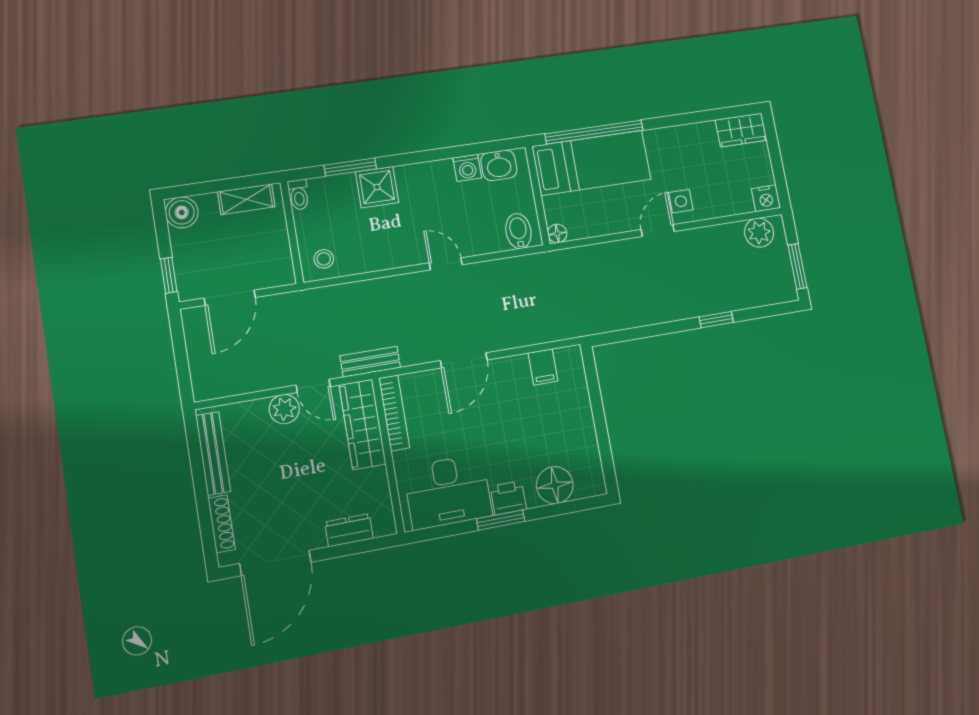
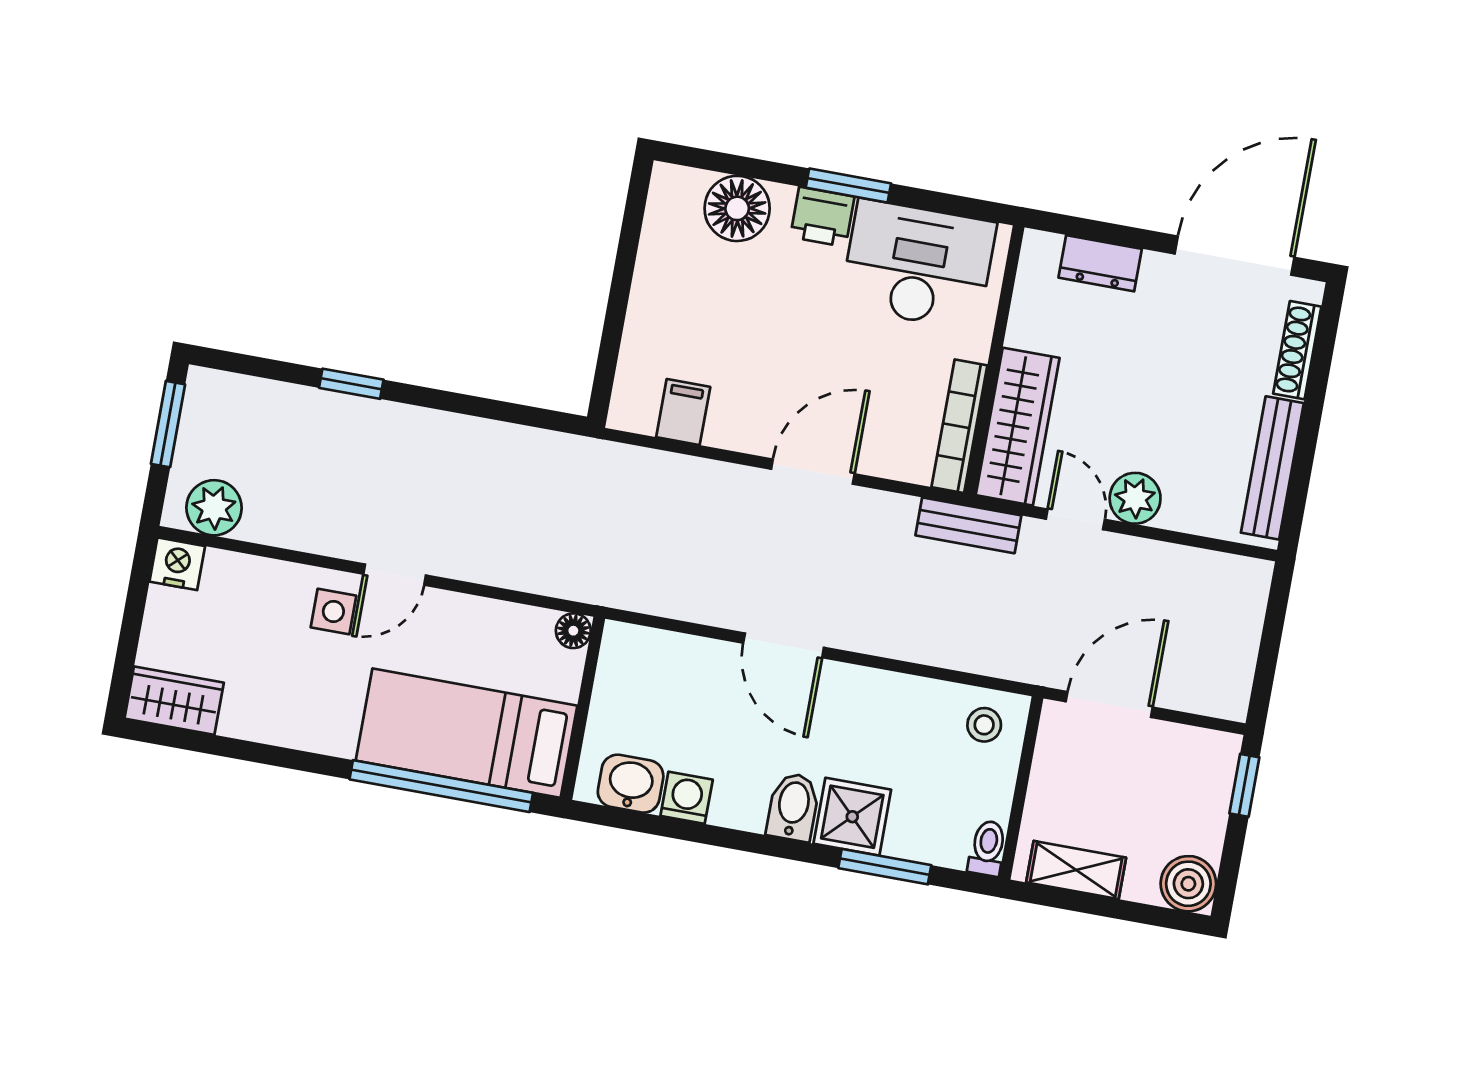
bidet: (518, 231) -> (793, 807), moved, turned 180
door: (446, 264) -> (784, 645), width x1.38
door: (230, 298) -> (1109, 704), moved

